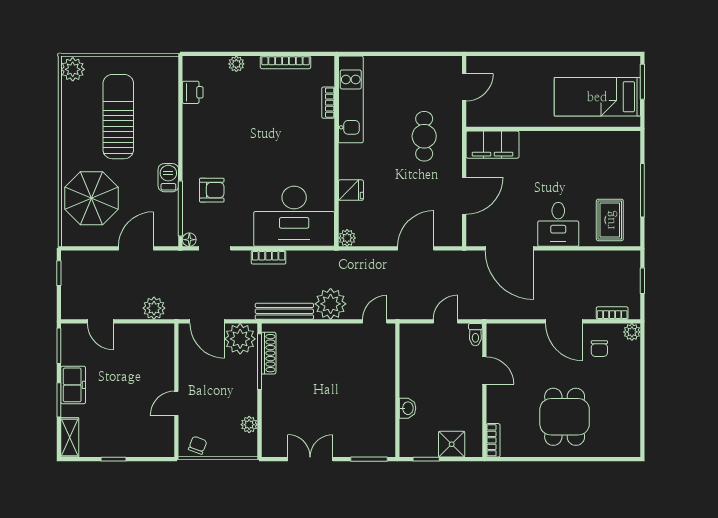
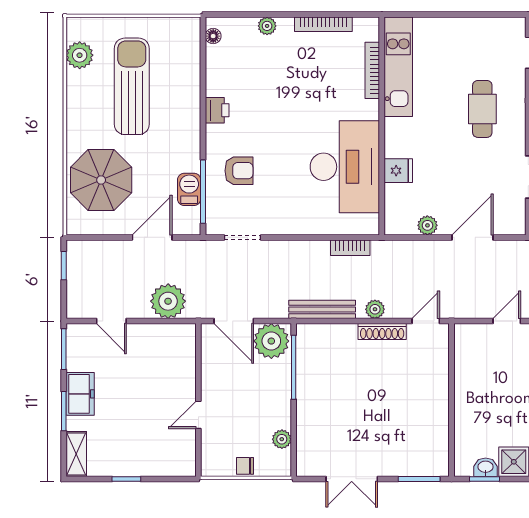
plant: (73, 69) -> (80, 55), moved
printer: (193, 92) -> (217, 110), moved
bookcase: (328, 103) -> (372, 70), width x1.56
barbecue: (168, 178) -> (189, 189), moved
desk: (294, 216) -> (345, 167), moved, turned -90
plant: (347, 238) -> (427, 225), moved
floor lamp: (189, 240) -> (213, 36), moved
bookcase: (269, 257) -> (350, 248), moved
plant: (331, 304) -> (375, 309), width x0.53, depth x0.53
plant: (154, 308) -> (168, 301), width x1.36, depth x1.36
shoe rack: (269, 353) -> (382, 332), moved, turned 90
washbasin: (407, 408) -> (486, 467), moved, turned -90
chair: (198, 445) -> (245, 466), moved, turned -111
double door: (310, 459) -> (352, 479), swing flipped

